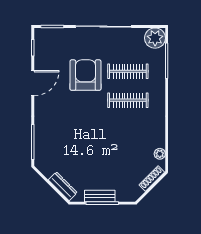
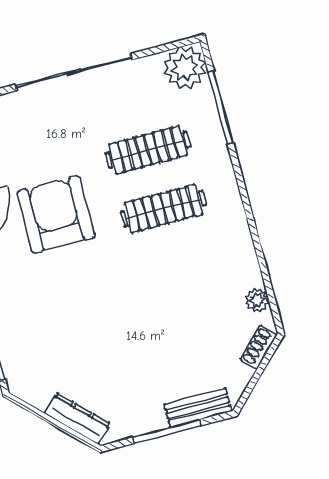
armchair: (85, 75) -> (56, 215), moved
shoe rack: (152, 179) -> (259, 347), width x0.70
bench: (100, 196) -> (198, 408), moved

